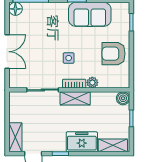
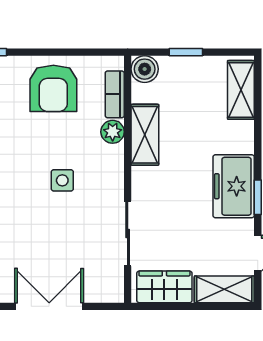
bookcase: (74, 84) -> (115, 94), moved
shelving: (75, 98) -> (145, 135), moved
wardrobe: (17, 108) -> (164, 287), added
freezer: (82, 142) -> (234, 186), moved

